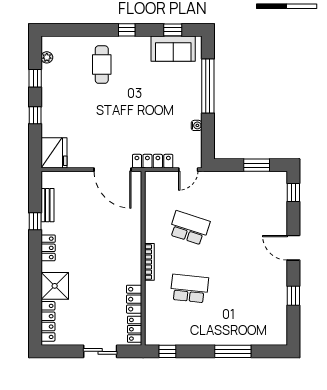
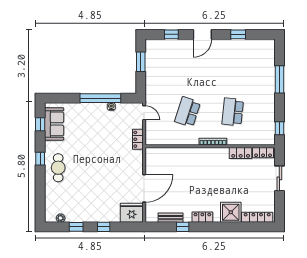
cafe table: (102, 65) -> (58, 168), moved, turned 90
window: (208, 86) -> (100, 98), moved
locker: (153, 161) -> (138, 139), width x0.66
door: (113, 170) -> (144, 188), moved
window: (293, 192) -> (171, 34), moved

